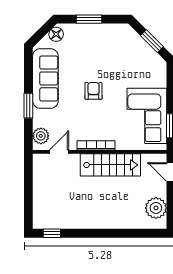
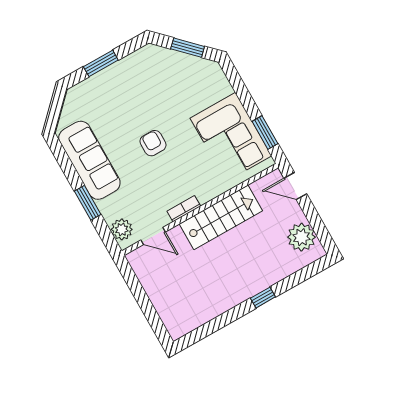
floor lamp: (56, 34) -> (73, 102), removed
bookcase: (96, 145) -> (184, 209), width x0.64
door: (59, 152) -> (153, 236), swing flipped
window: (52, 233) -> (263, 298), moved

